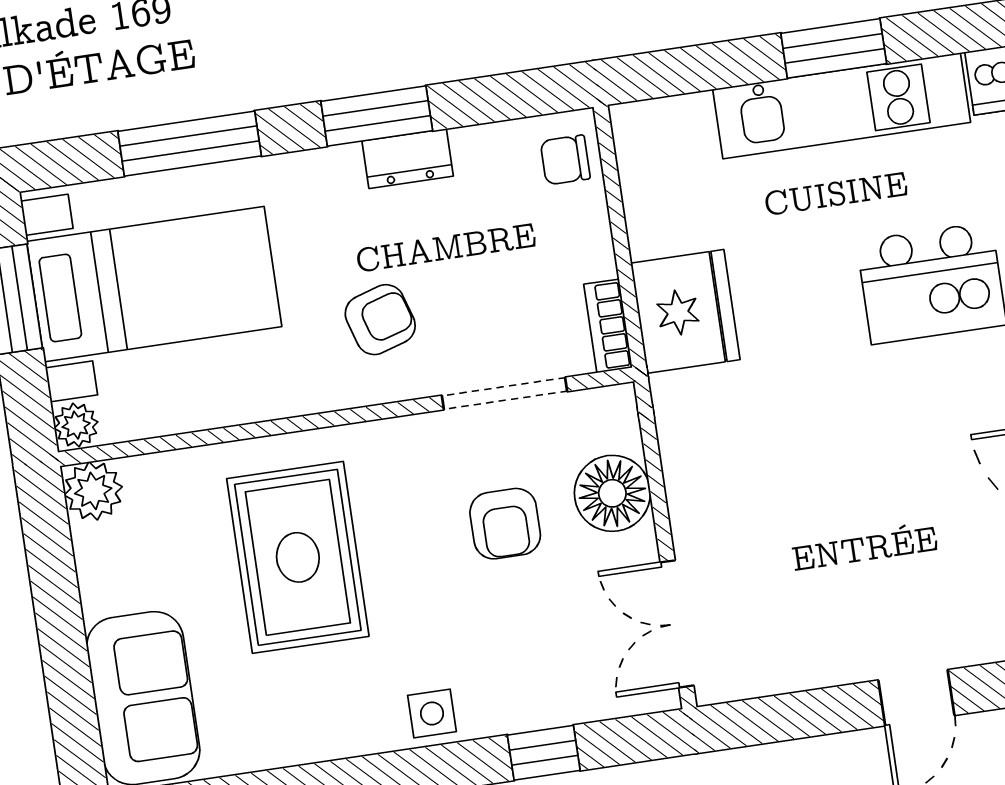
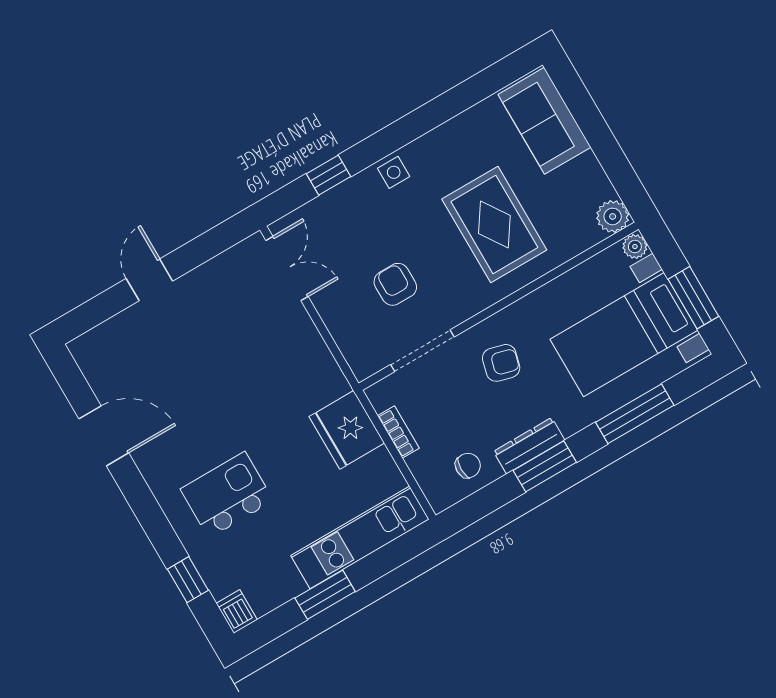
kitchen unit: (842, 106) -> (360, 537), moved
dresser: (408, 159) -> (529, 446), width x1.44
chair: (565, 160) -> (468, 466), moved
armchair: (380, 320) -> (501, 363), turned -148
bookcase: (608, 326) -> (398, 432), moved
floor lamp: (612, 493) -> (347, 322), removed

